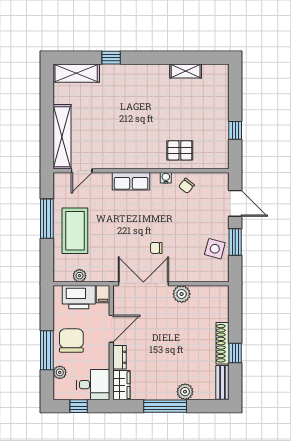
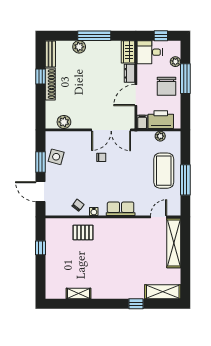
plant: (182, 294) -> (64, 122), moved

